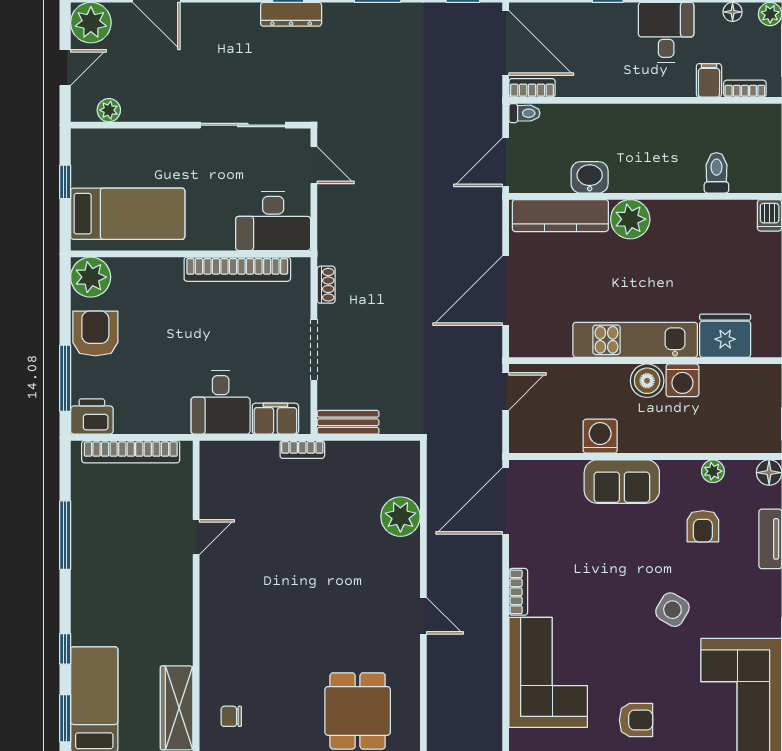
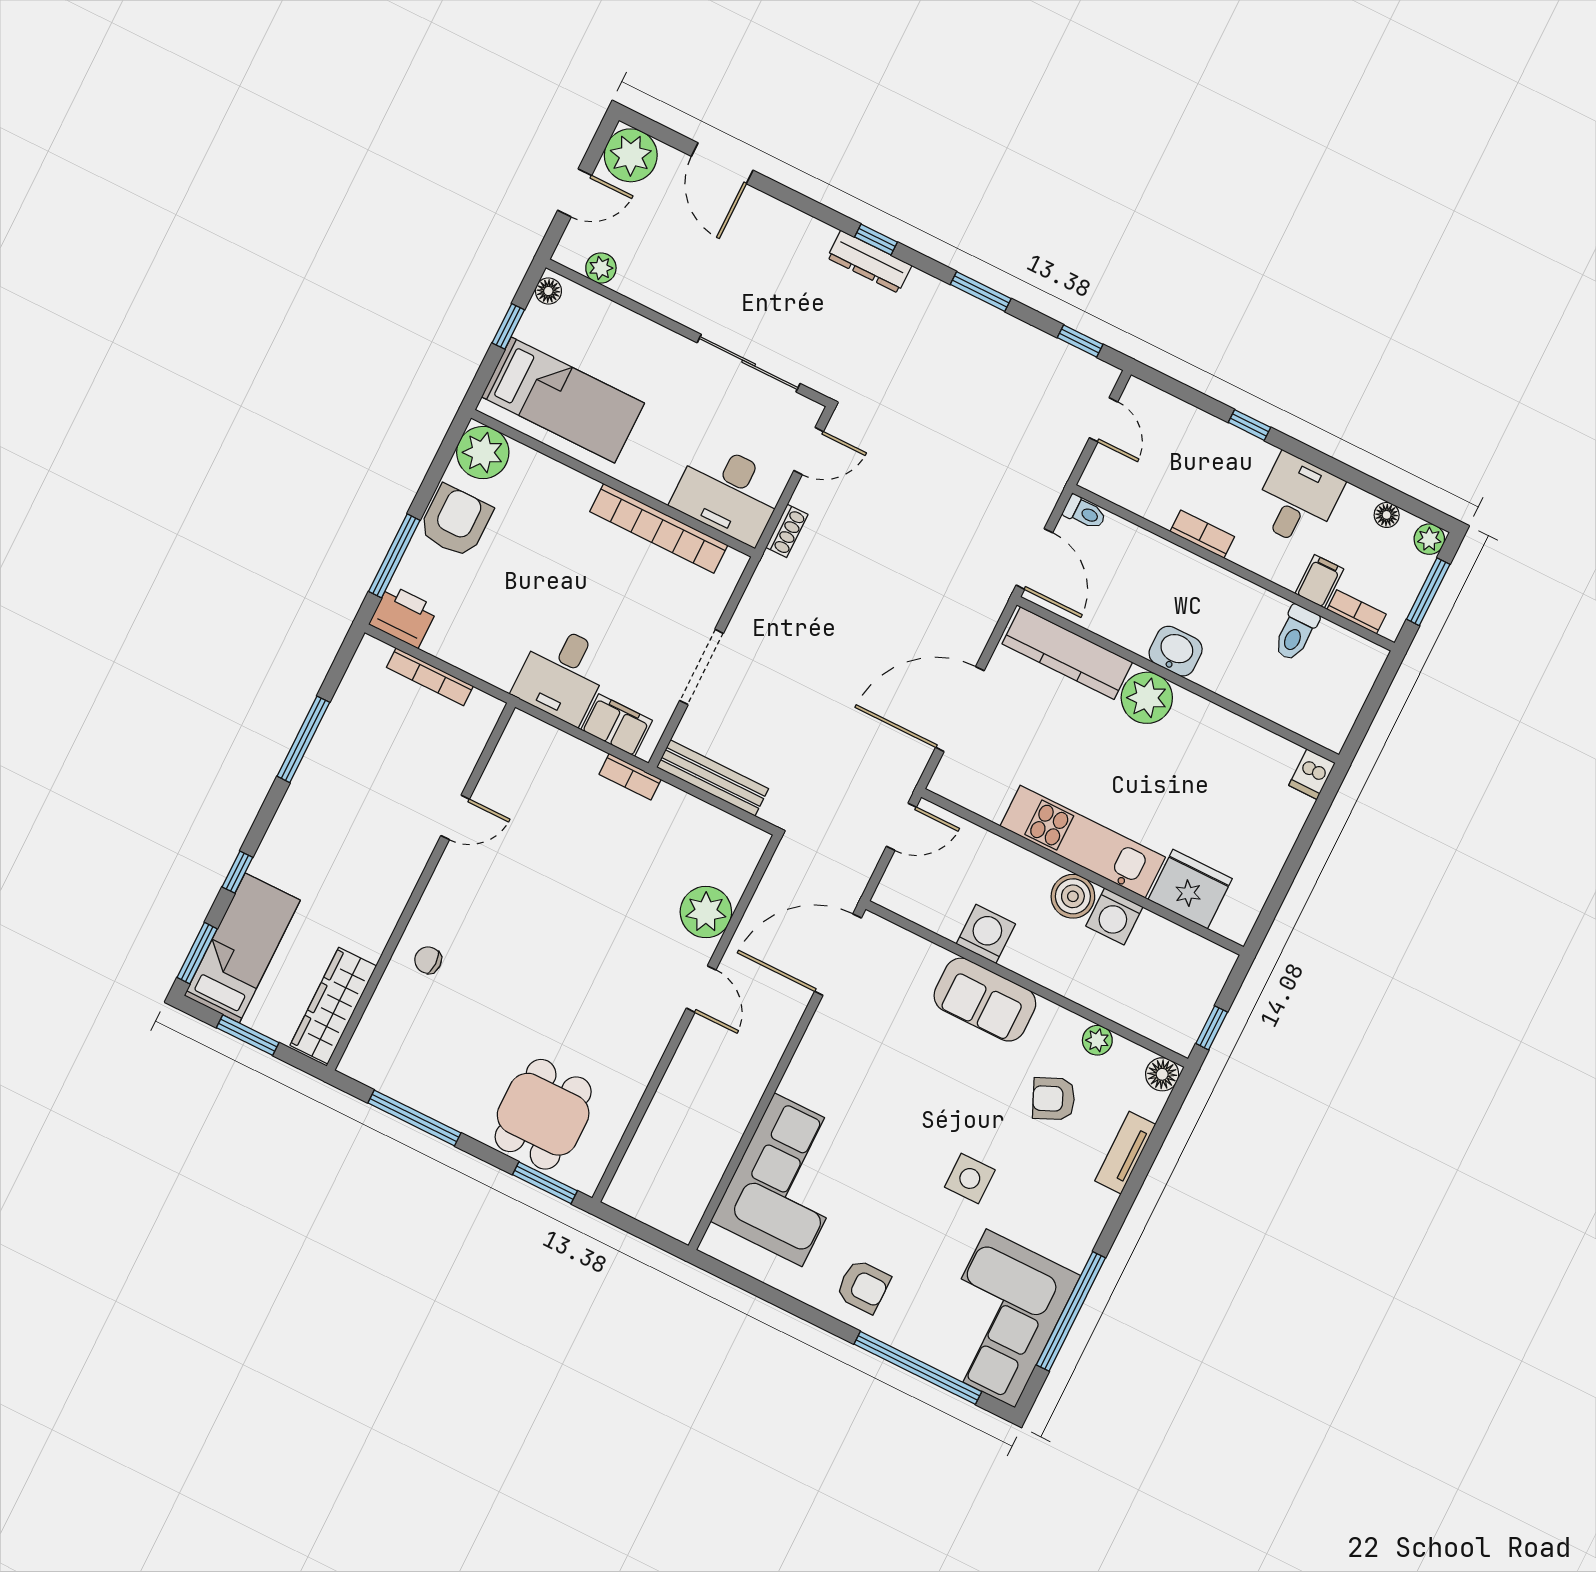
door: (506, 43) -> (1103, 420), width x0.53
bookcase: (532, 88) -> (1202, 534), moved
floor lamp: (81, 144) -> (548, 291), added
door: (506, 162) -> (1034, 559), swing flipped
door: (314, 165) -> (809, 451), hinge flipped
toilet: (716, 173) -> (1296, 633), moved, turned 180
washbasin: (590, 177) -> (1176, 651), moved
shoe rack: (326, 285) -> (787, 531), moved
bench: (348, 422) -> (713, 778), width x1.36
bookcase: (131, 452) -> (430, 677), width x0.68, depth x0.76
armchair: (703, 526) -> (1054, 1099), turned 66
bookcase: (518, 592) -> (800, 1068), removed
side table: (672, 610) -> (970, 1178), turned -30
door: (423, 616) -> (701, 989), moved
chair: (231, 716) -> (428, 960), moved

